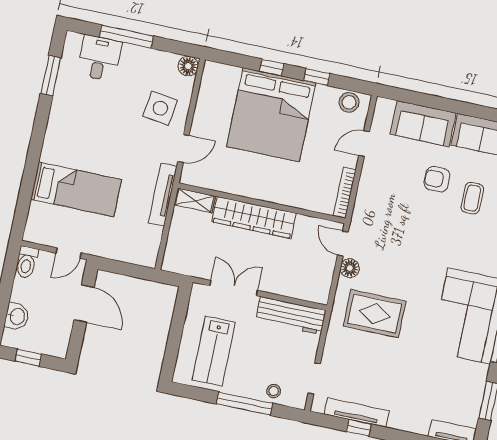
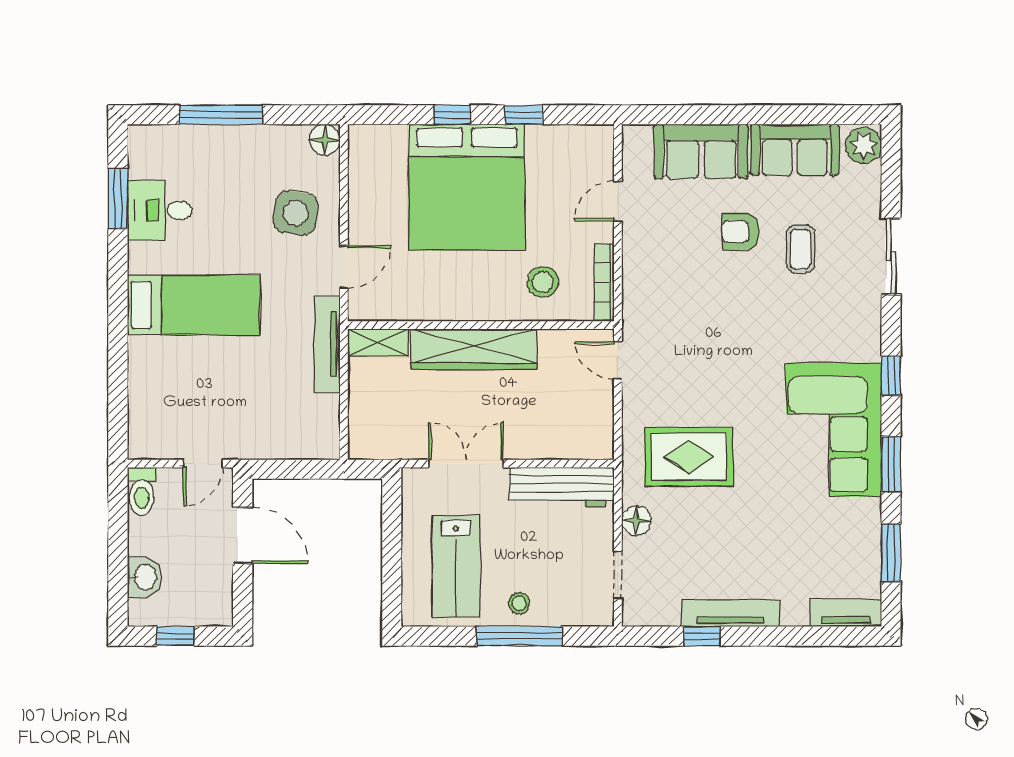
desk: (99, 58) -> (160, 210), moved, turned -90
stool: (349, 102) -> (543, 282), moved
bed: (76, 189) -> (194, 305), moved
floor lamp: (350, 268) -> (636, 521), moved
stool: (274, 391) -> (519, 603), moved
tv unit: (357, 412) -> (730, 613), moved

